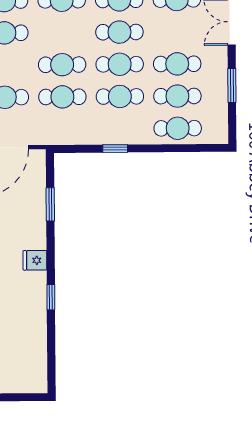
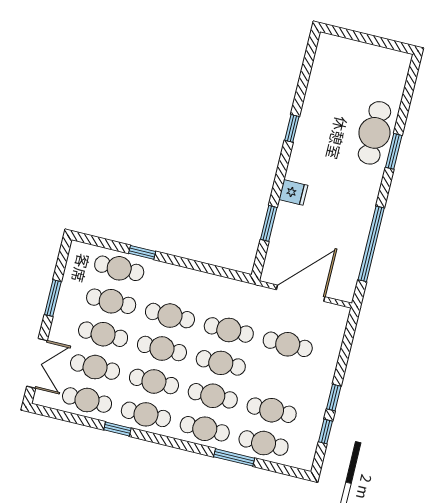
cafe table: (62, 32) -> (213, 396), added
cafe table: (177, 32) -> (95, 367), added
window: (115, 149) -> (142, 252), moved
fridge: (35, 260) -> (293, 192), moved

